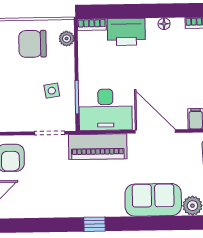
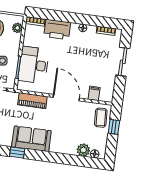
desk: (106, 110) -> (34, 65), moved, turned 90
piano: (98, 147) -> (32, 101), width x0.73, depth x0.75
sofa: (153, 200) -> (31, 139), moved

